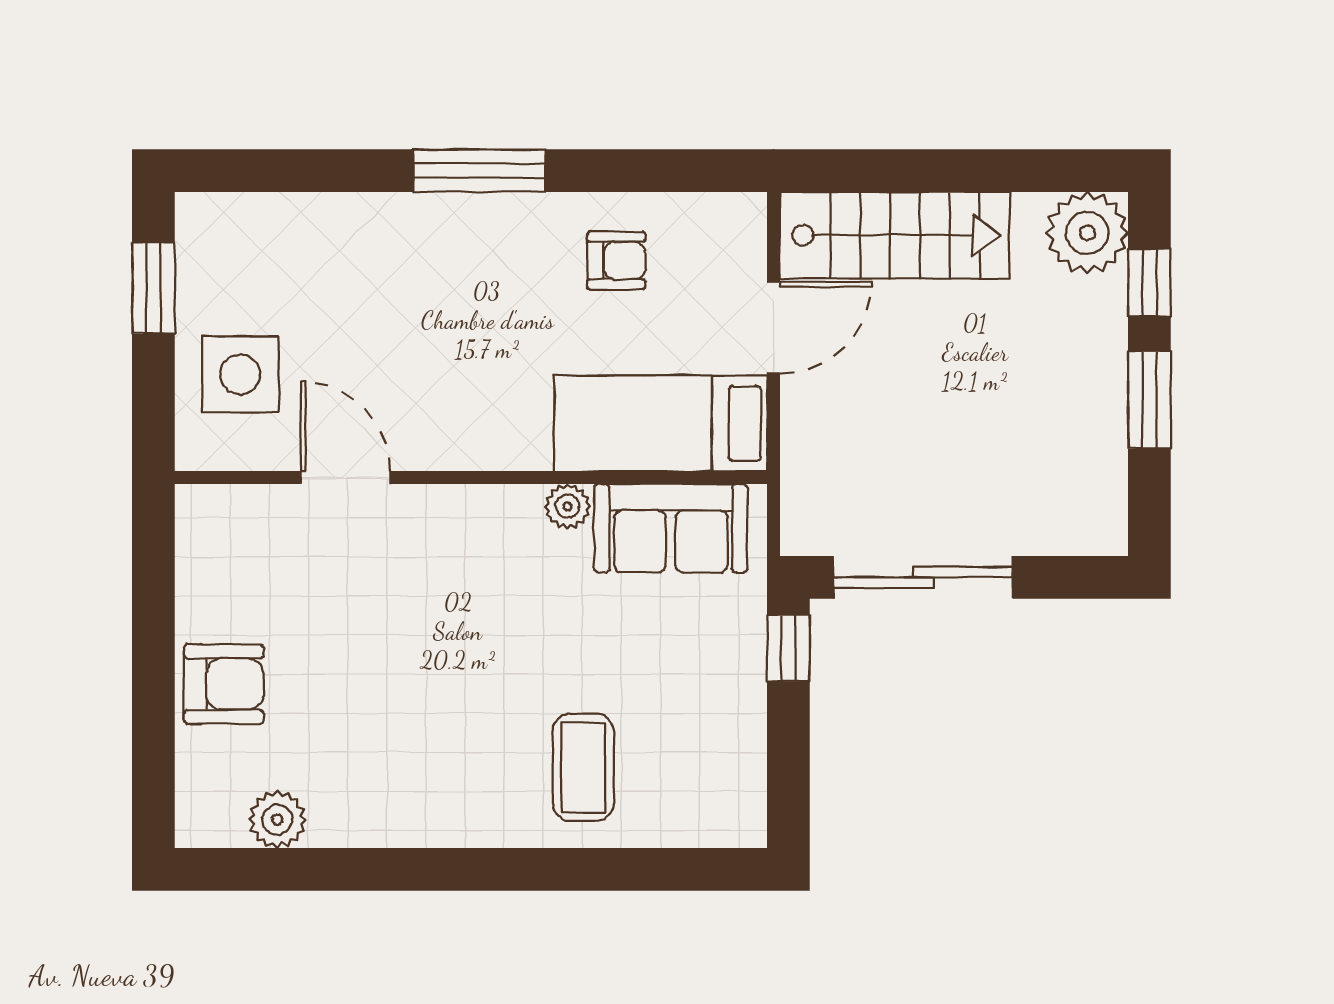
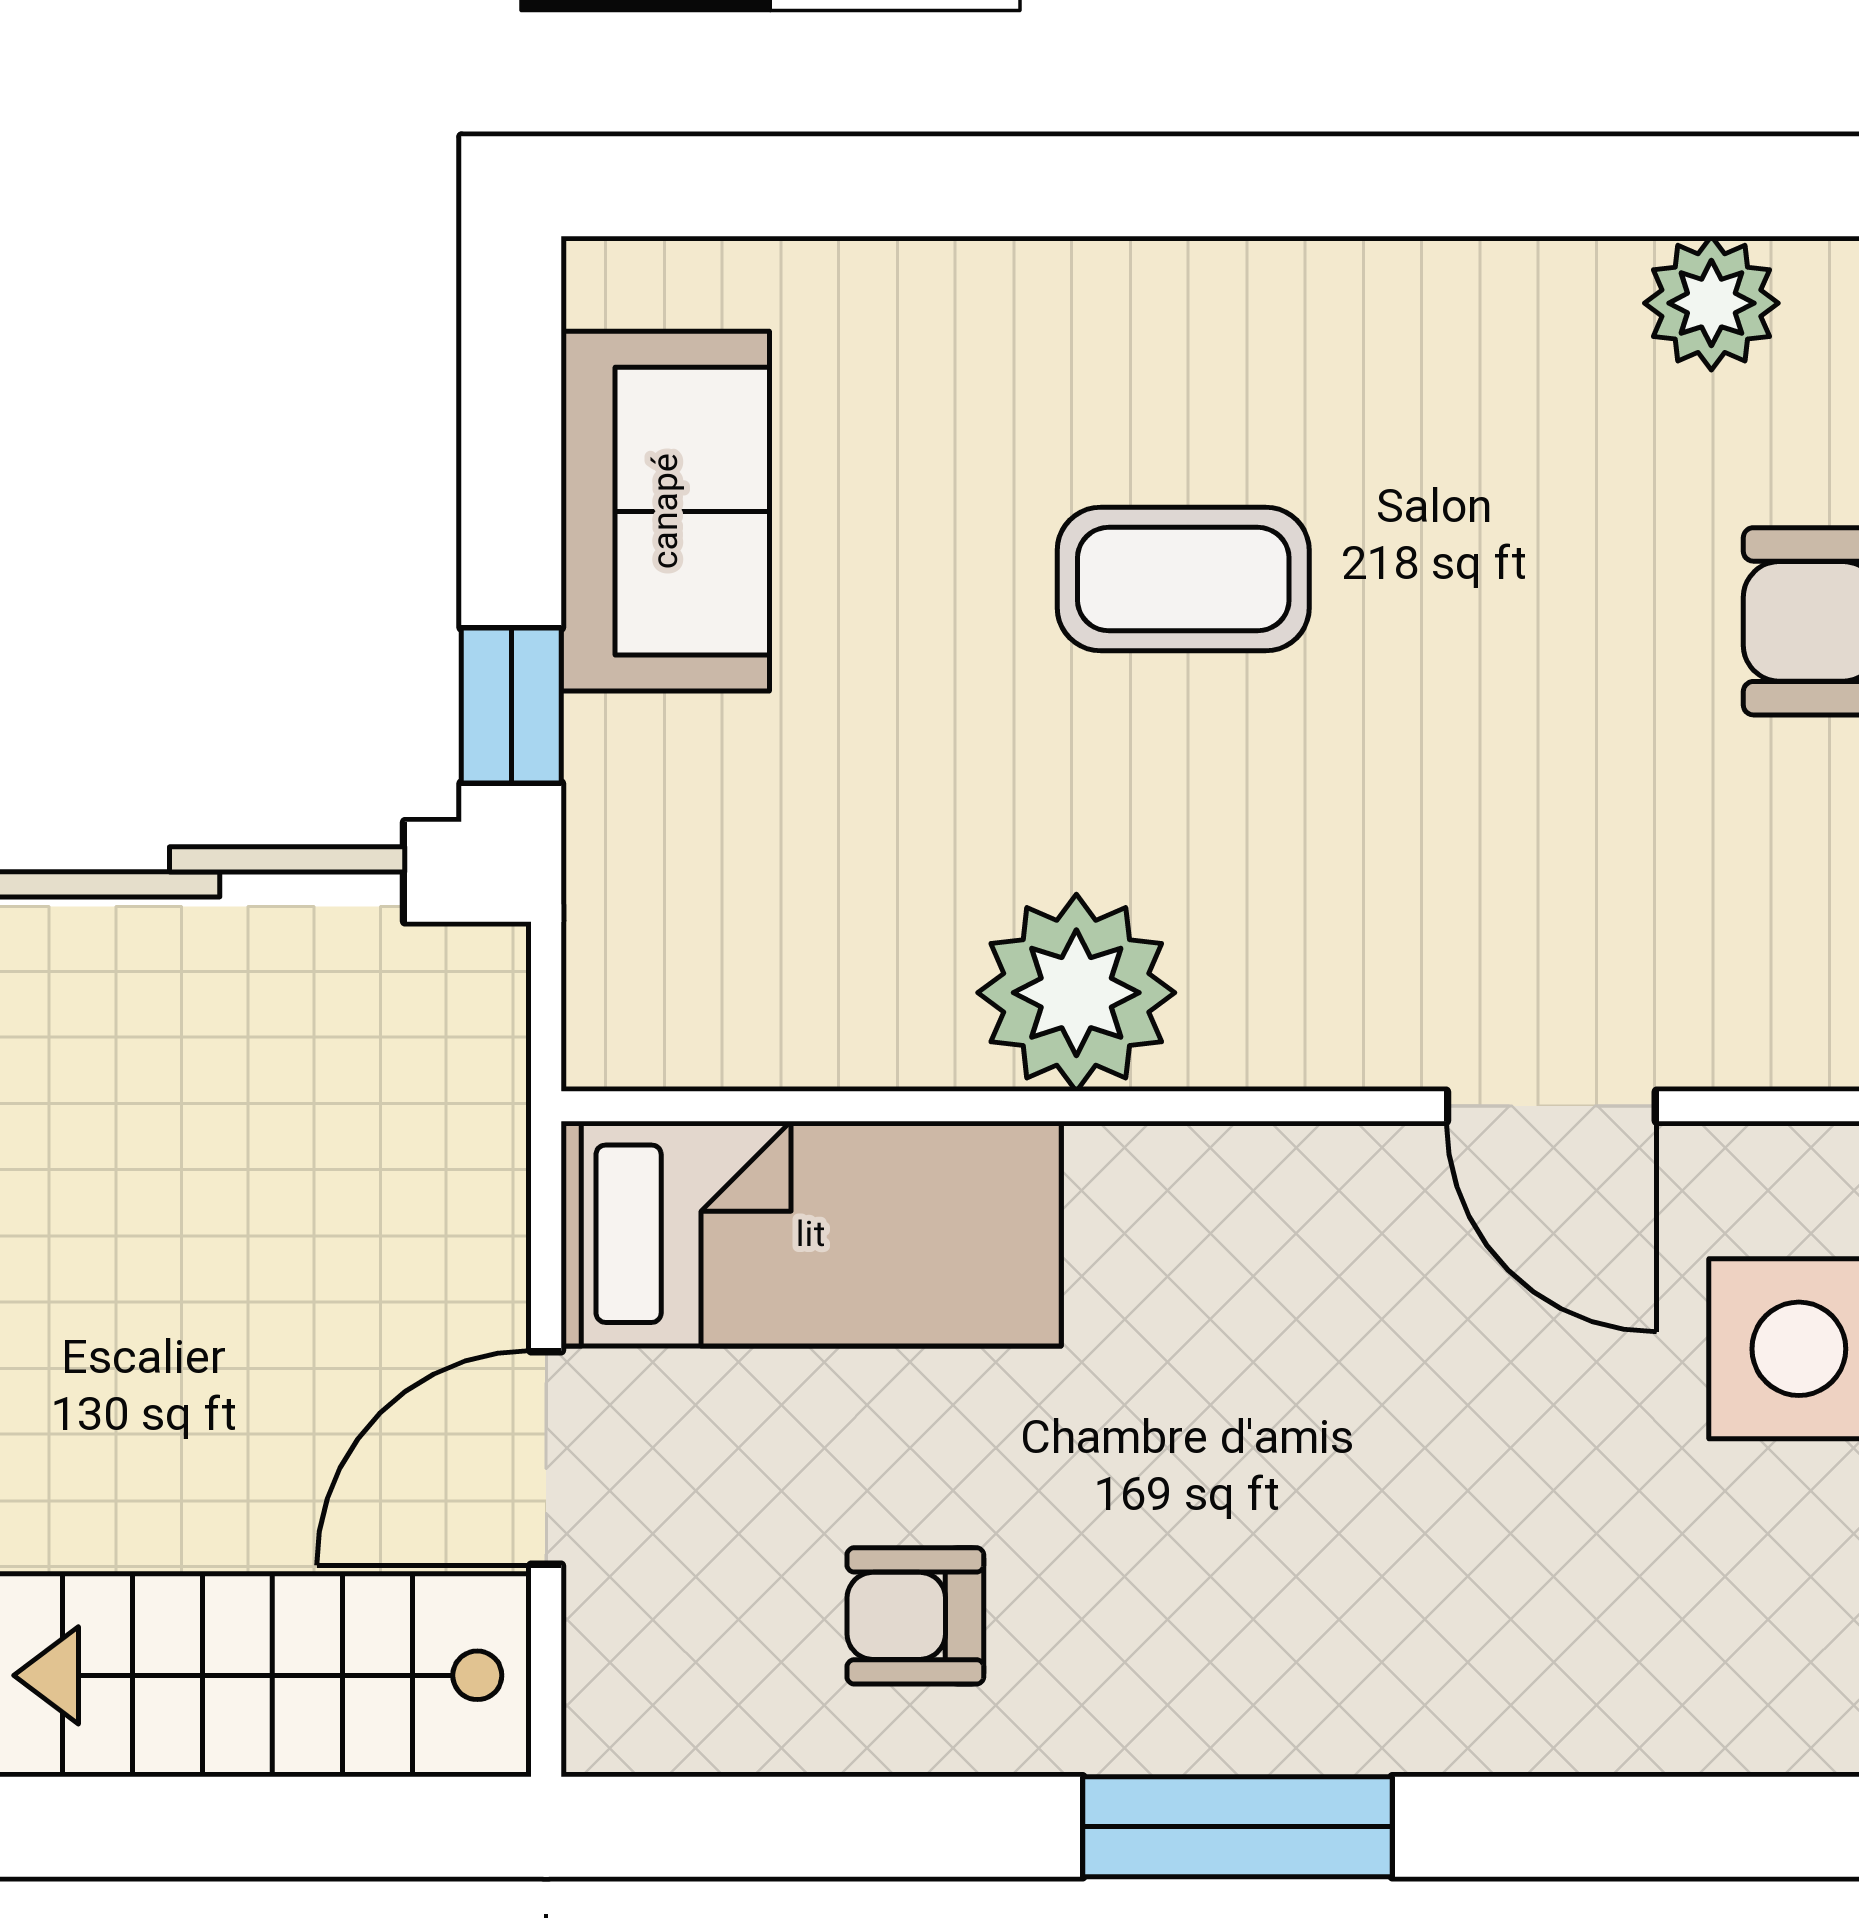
plant: (567, 506) -> (1076, 993), width x1.88, depth x1.88
sofa: (671, 528) -> (665, 511), moved, turned 90
coffee table: (583, 767) -> (1183, 579), moved, turned 90

